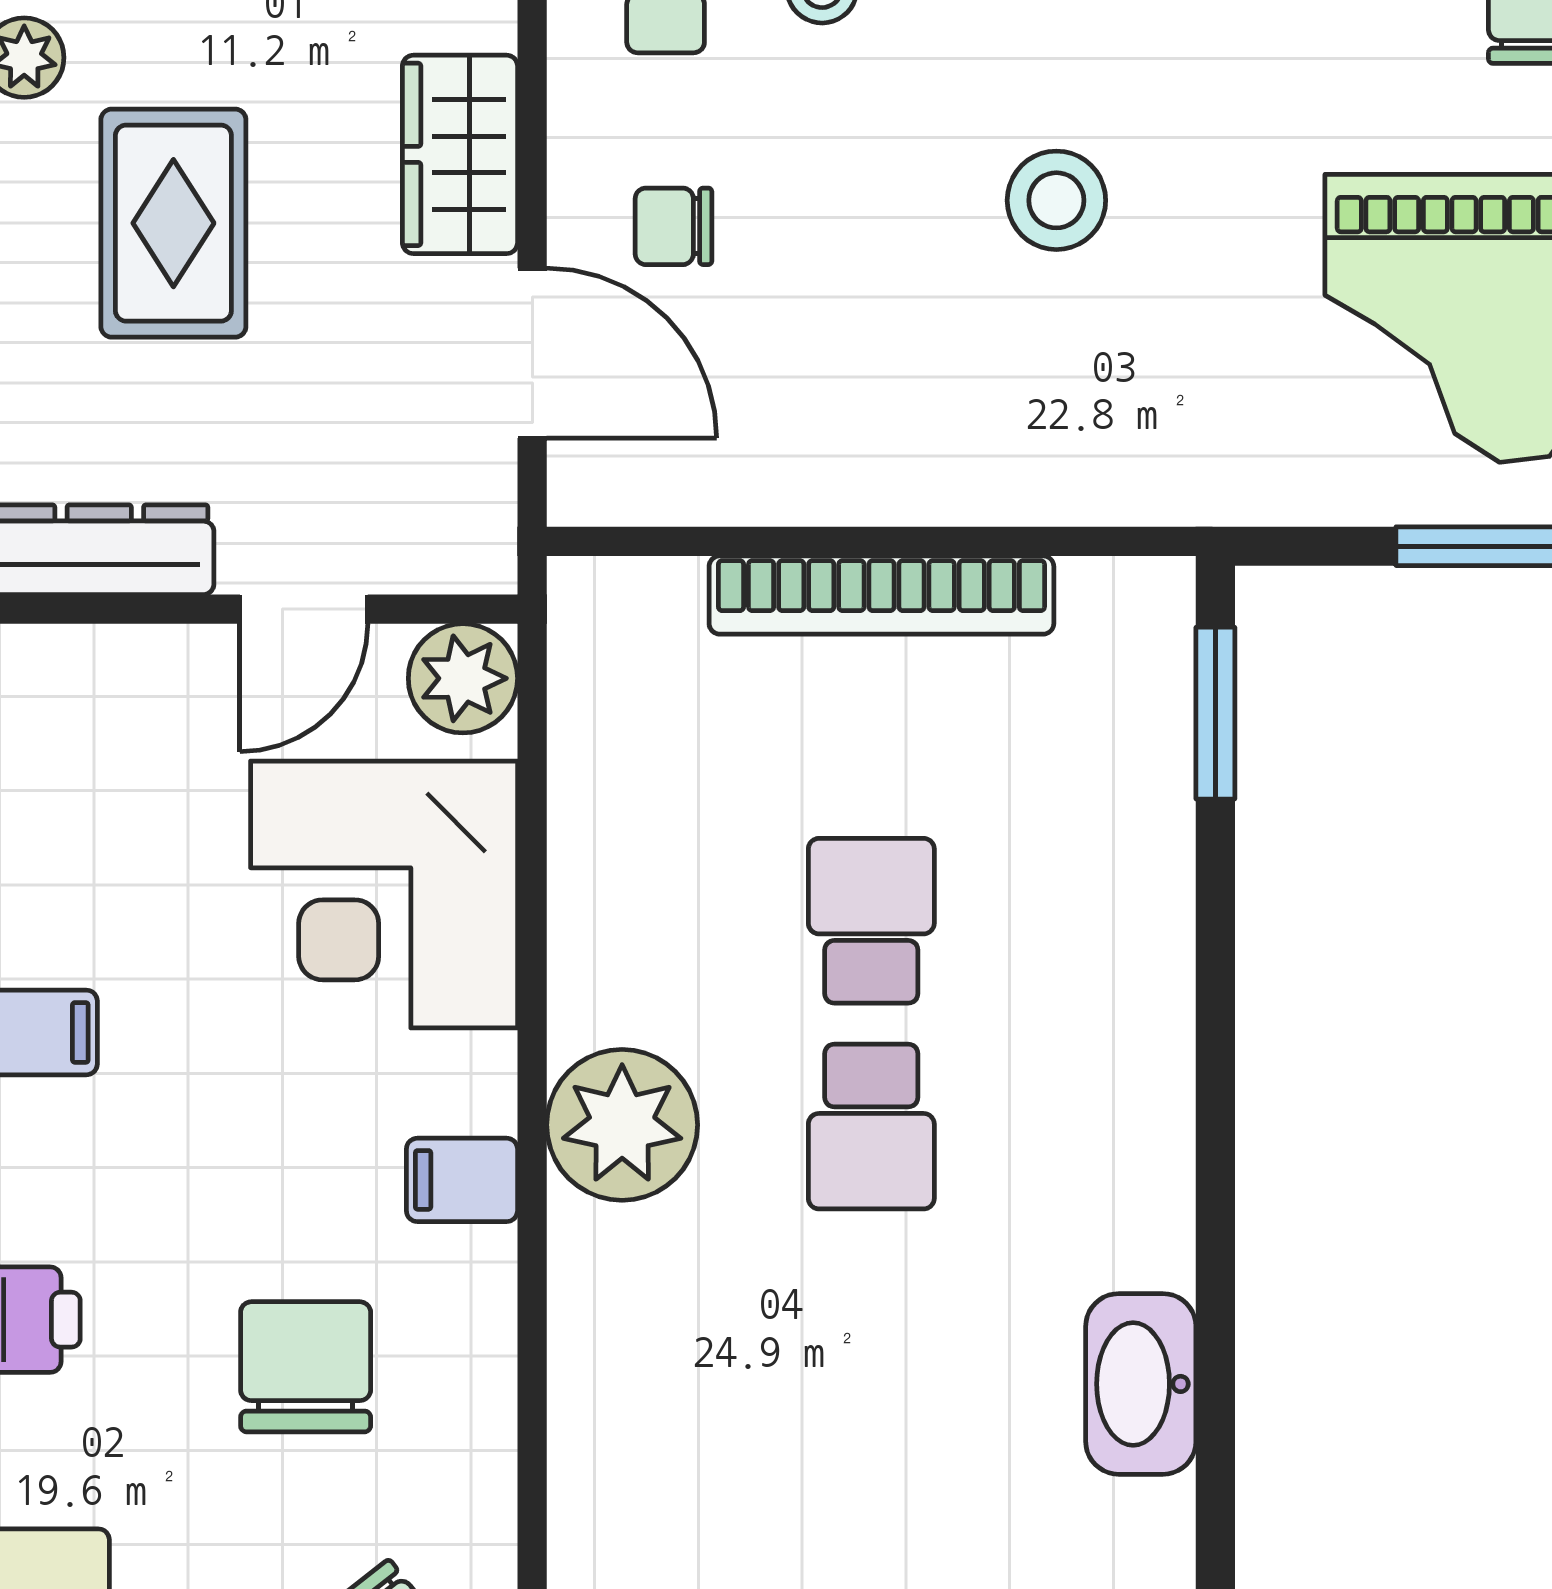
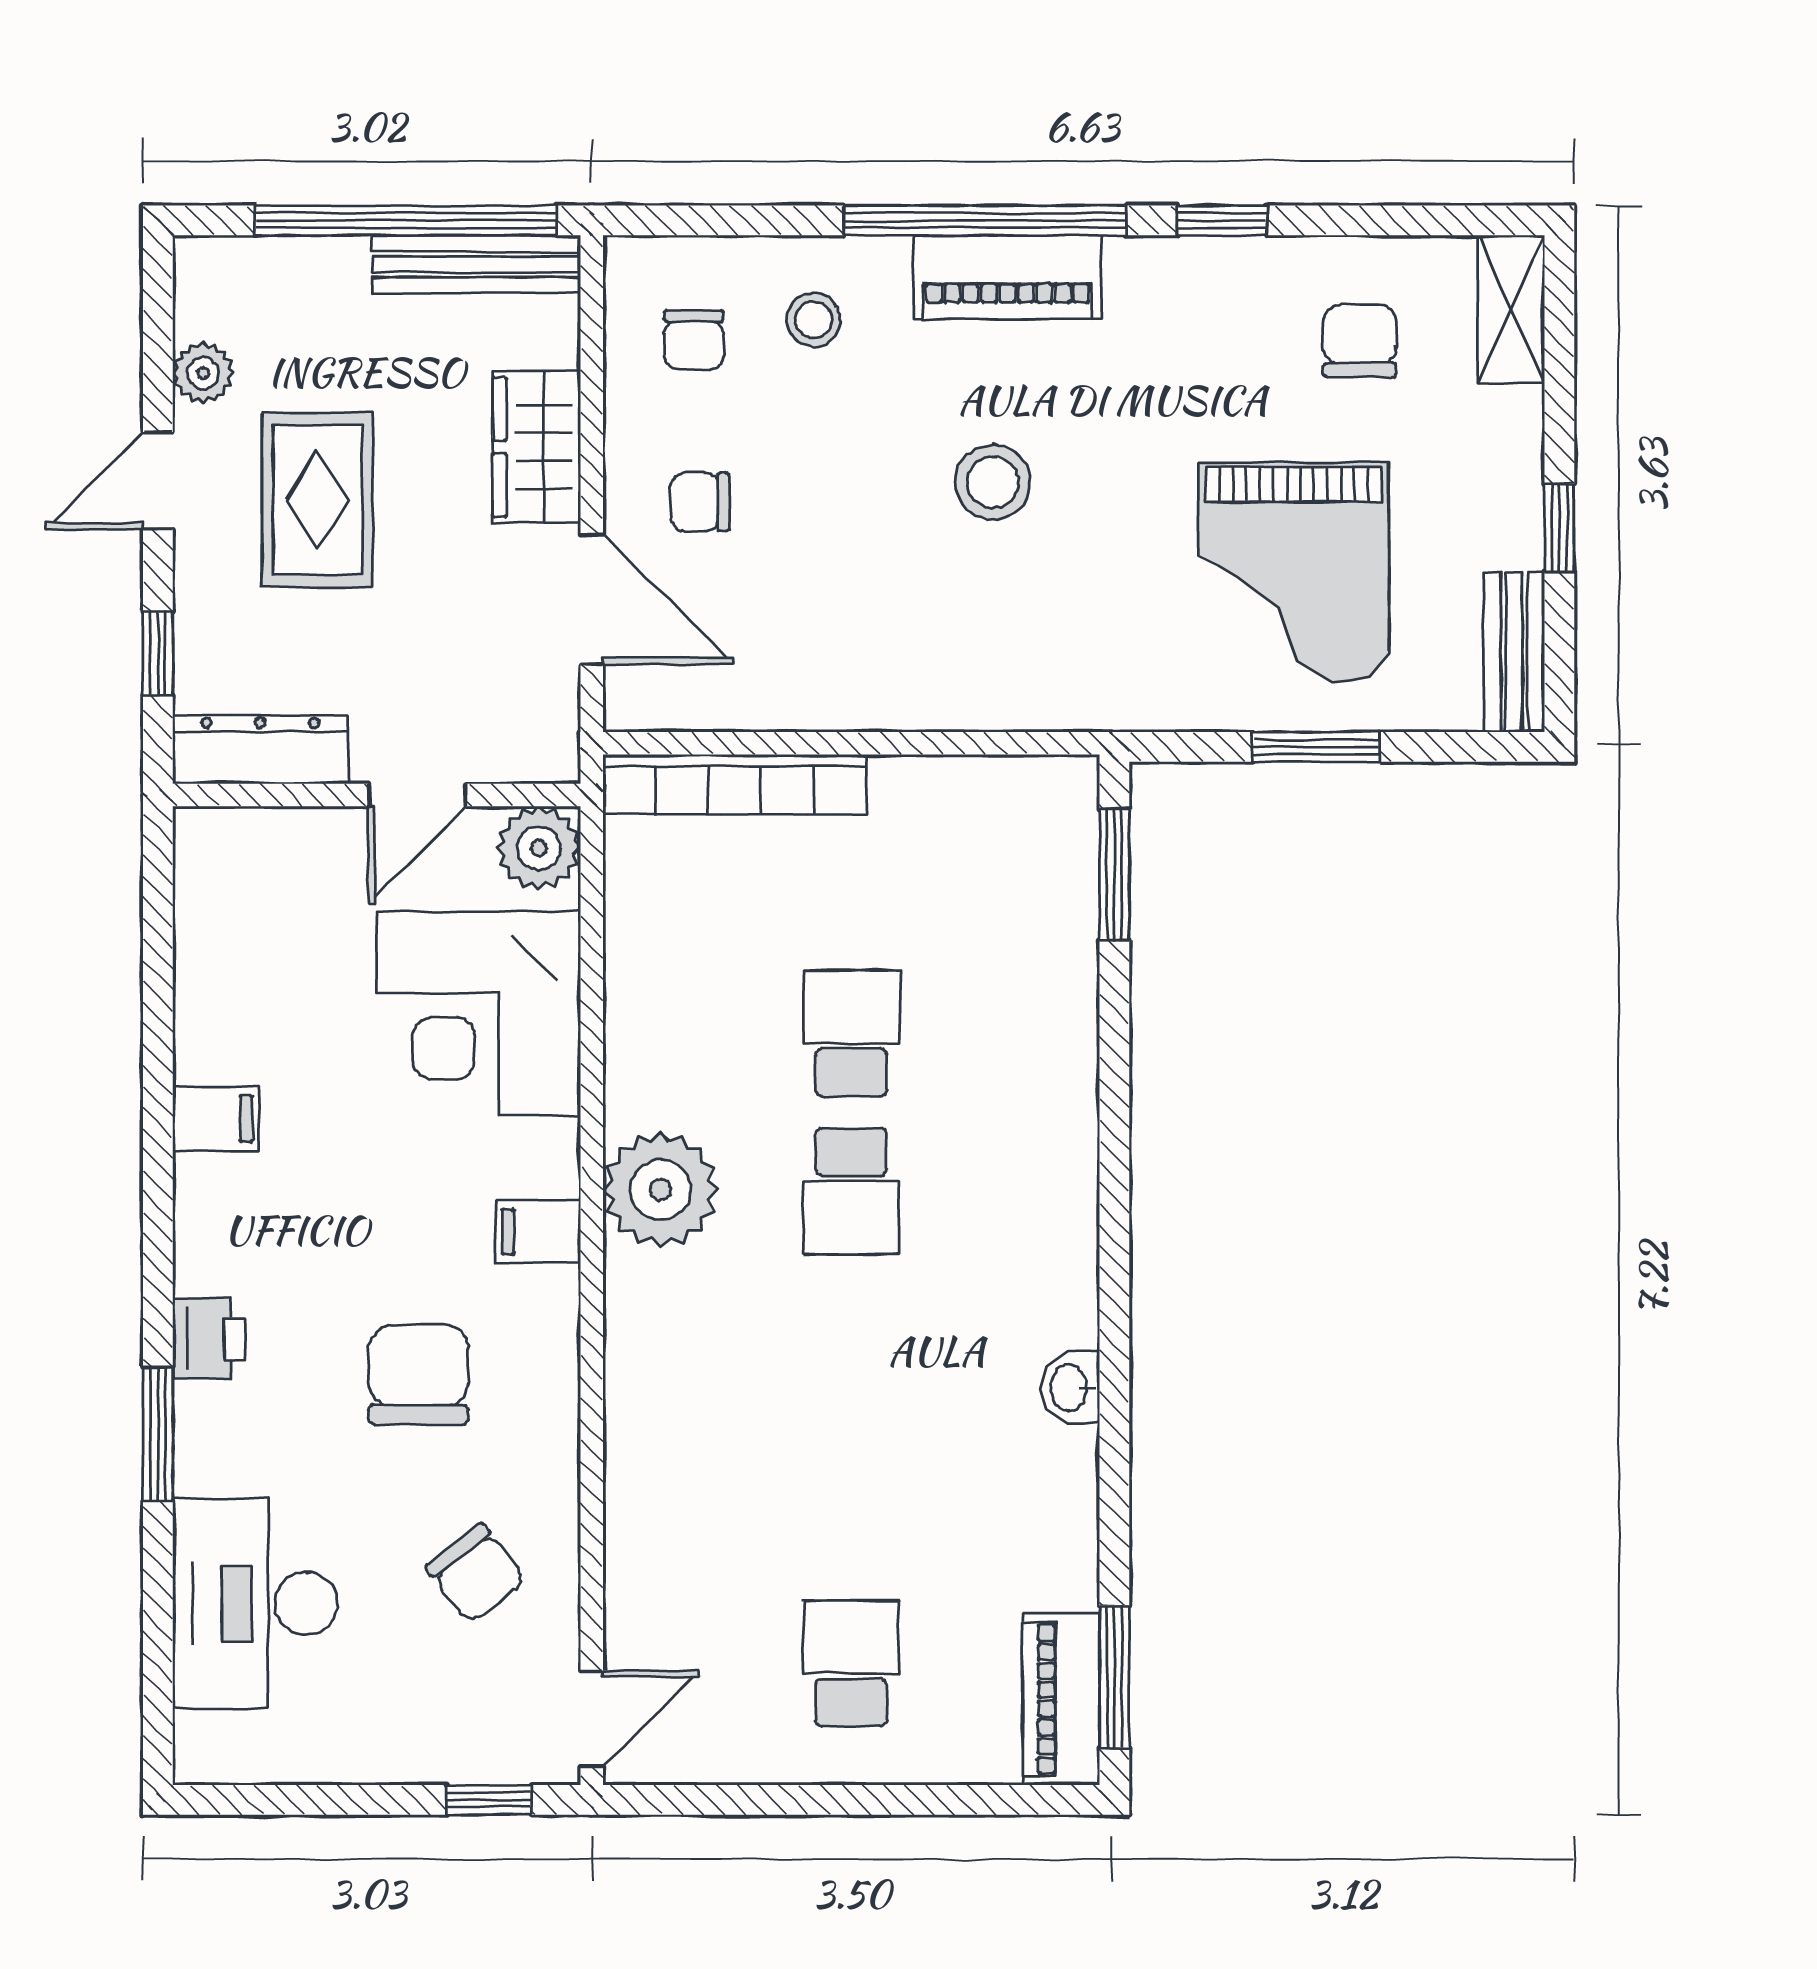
bookcase: (881, 595) -> (735, 784), moved
washbasin: (1141, 1384) -> (1070, 1388), width x0.52, depth x0.69

